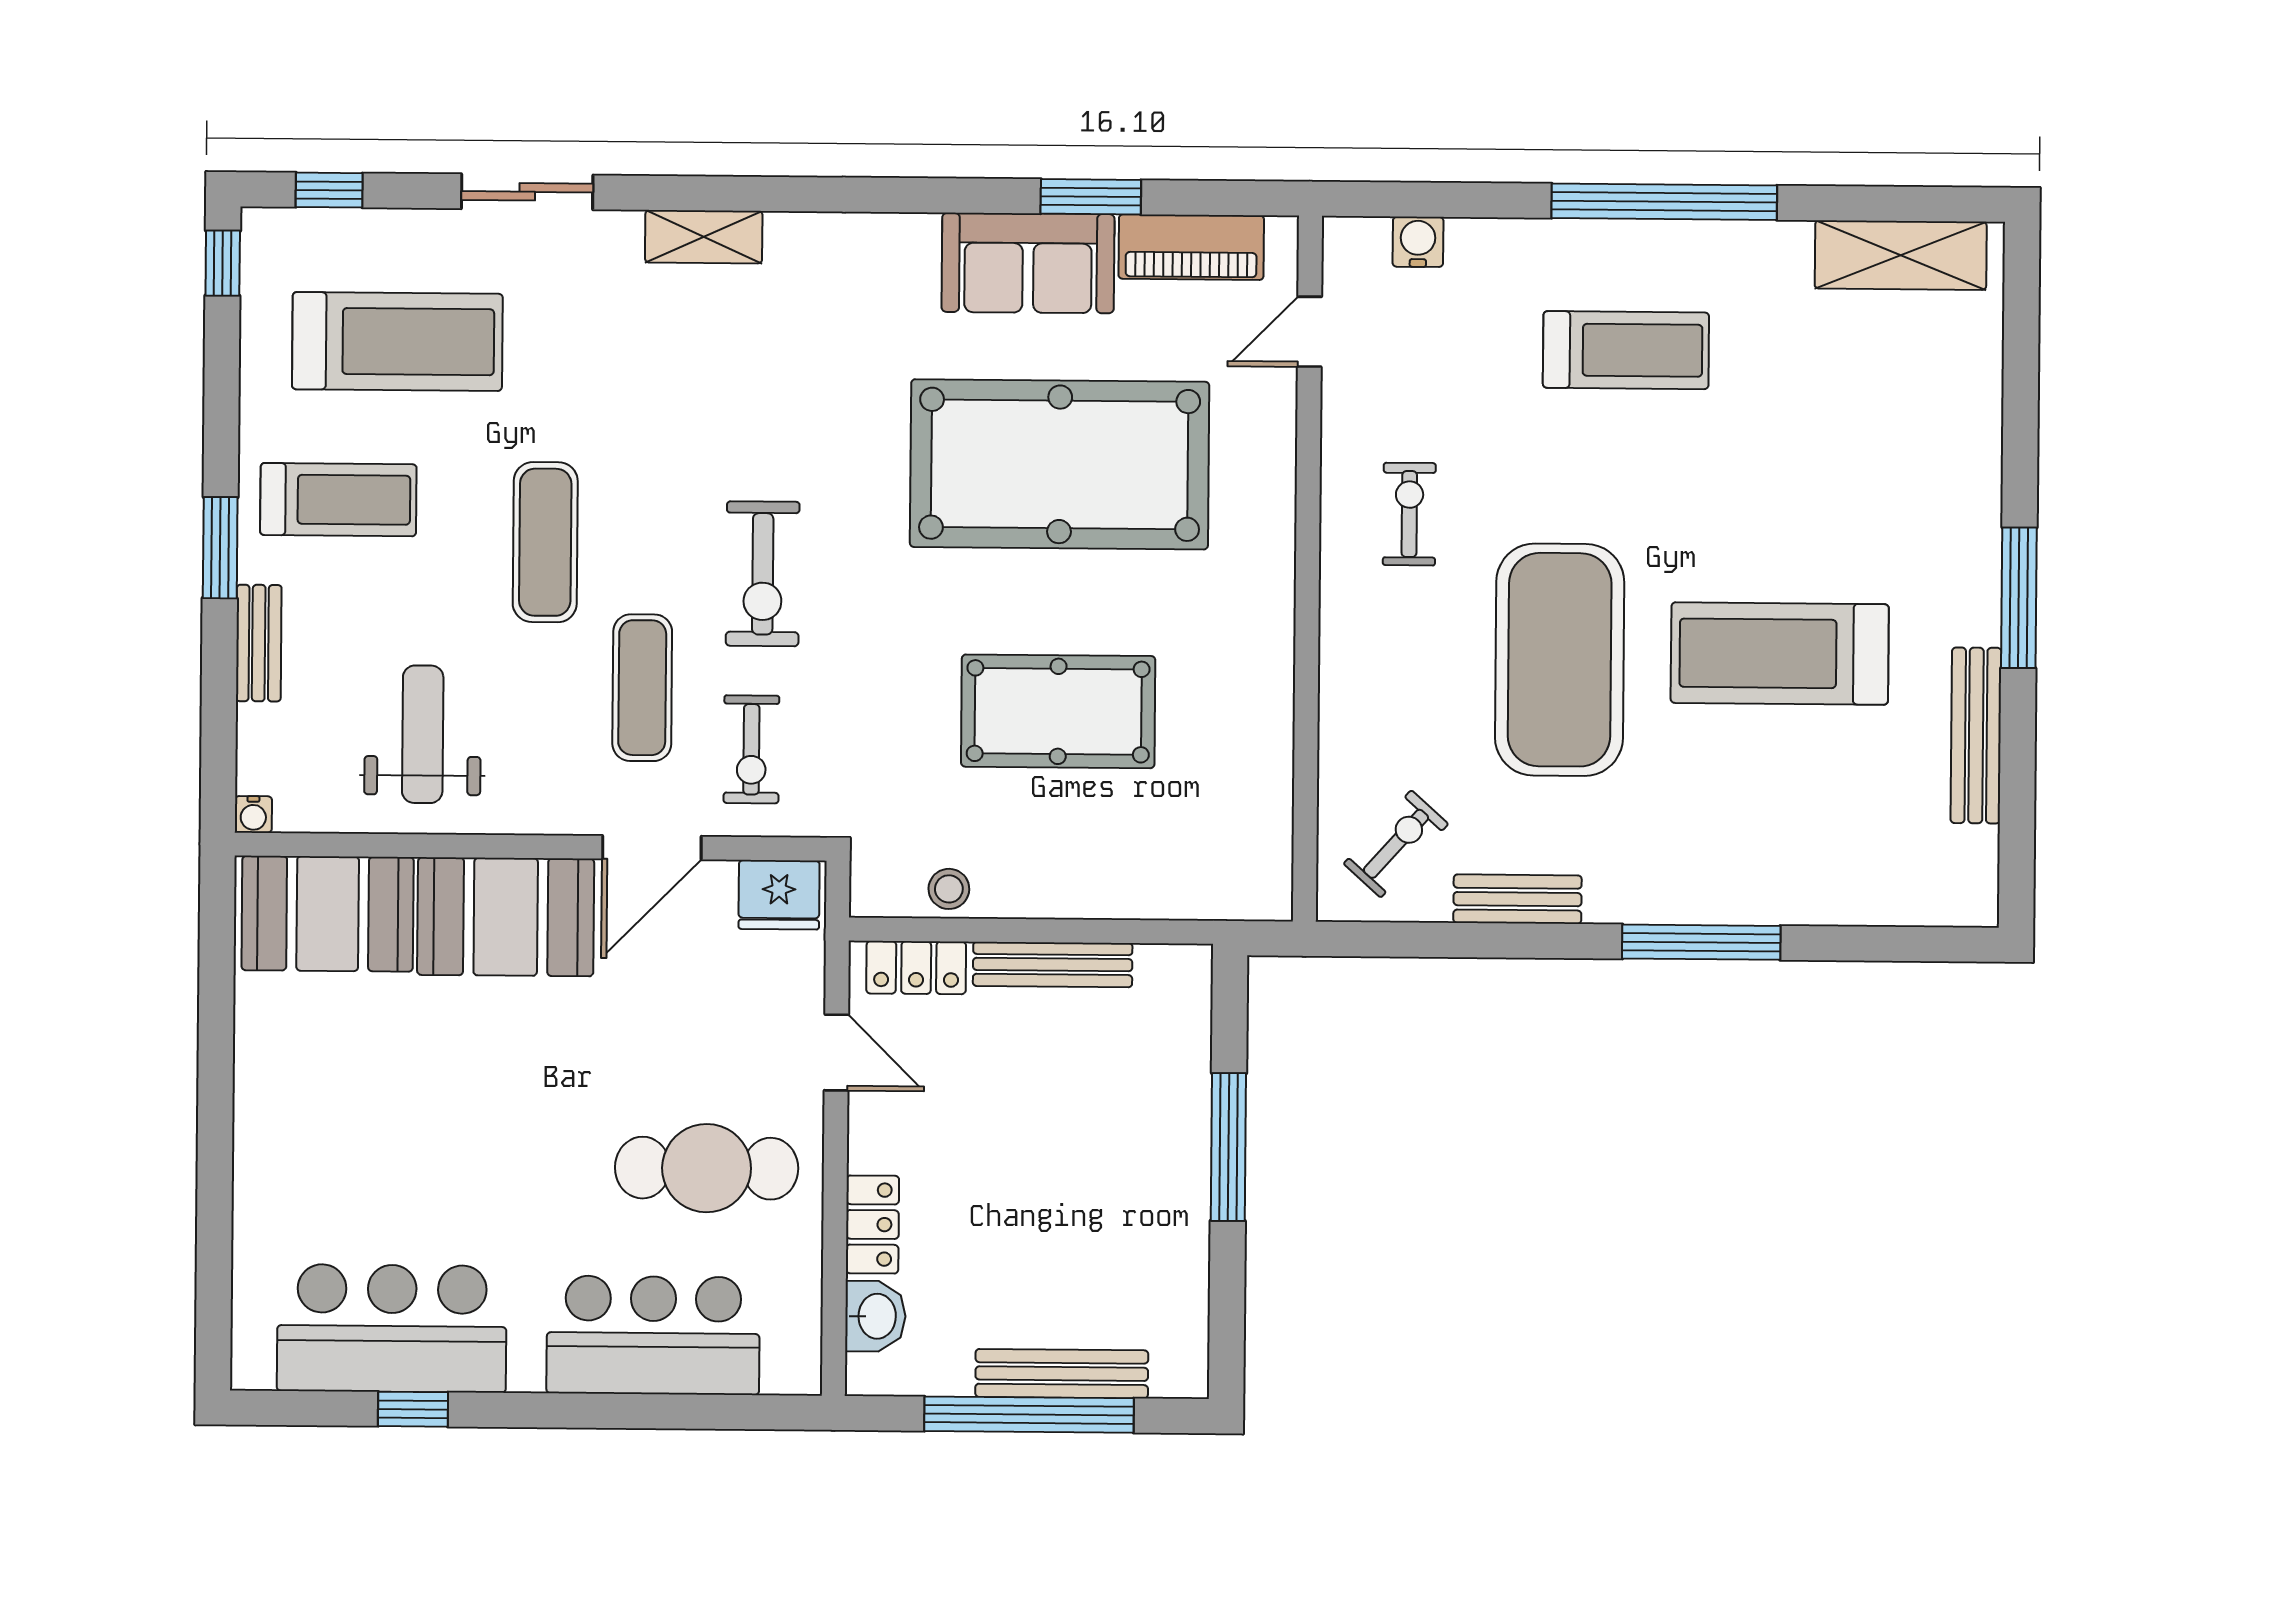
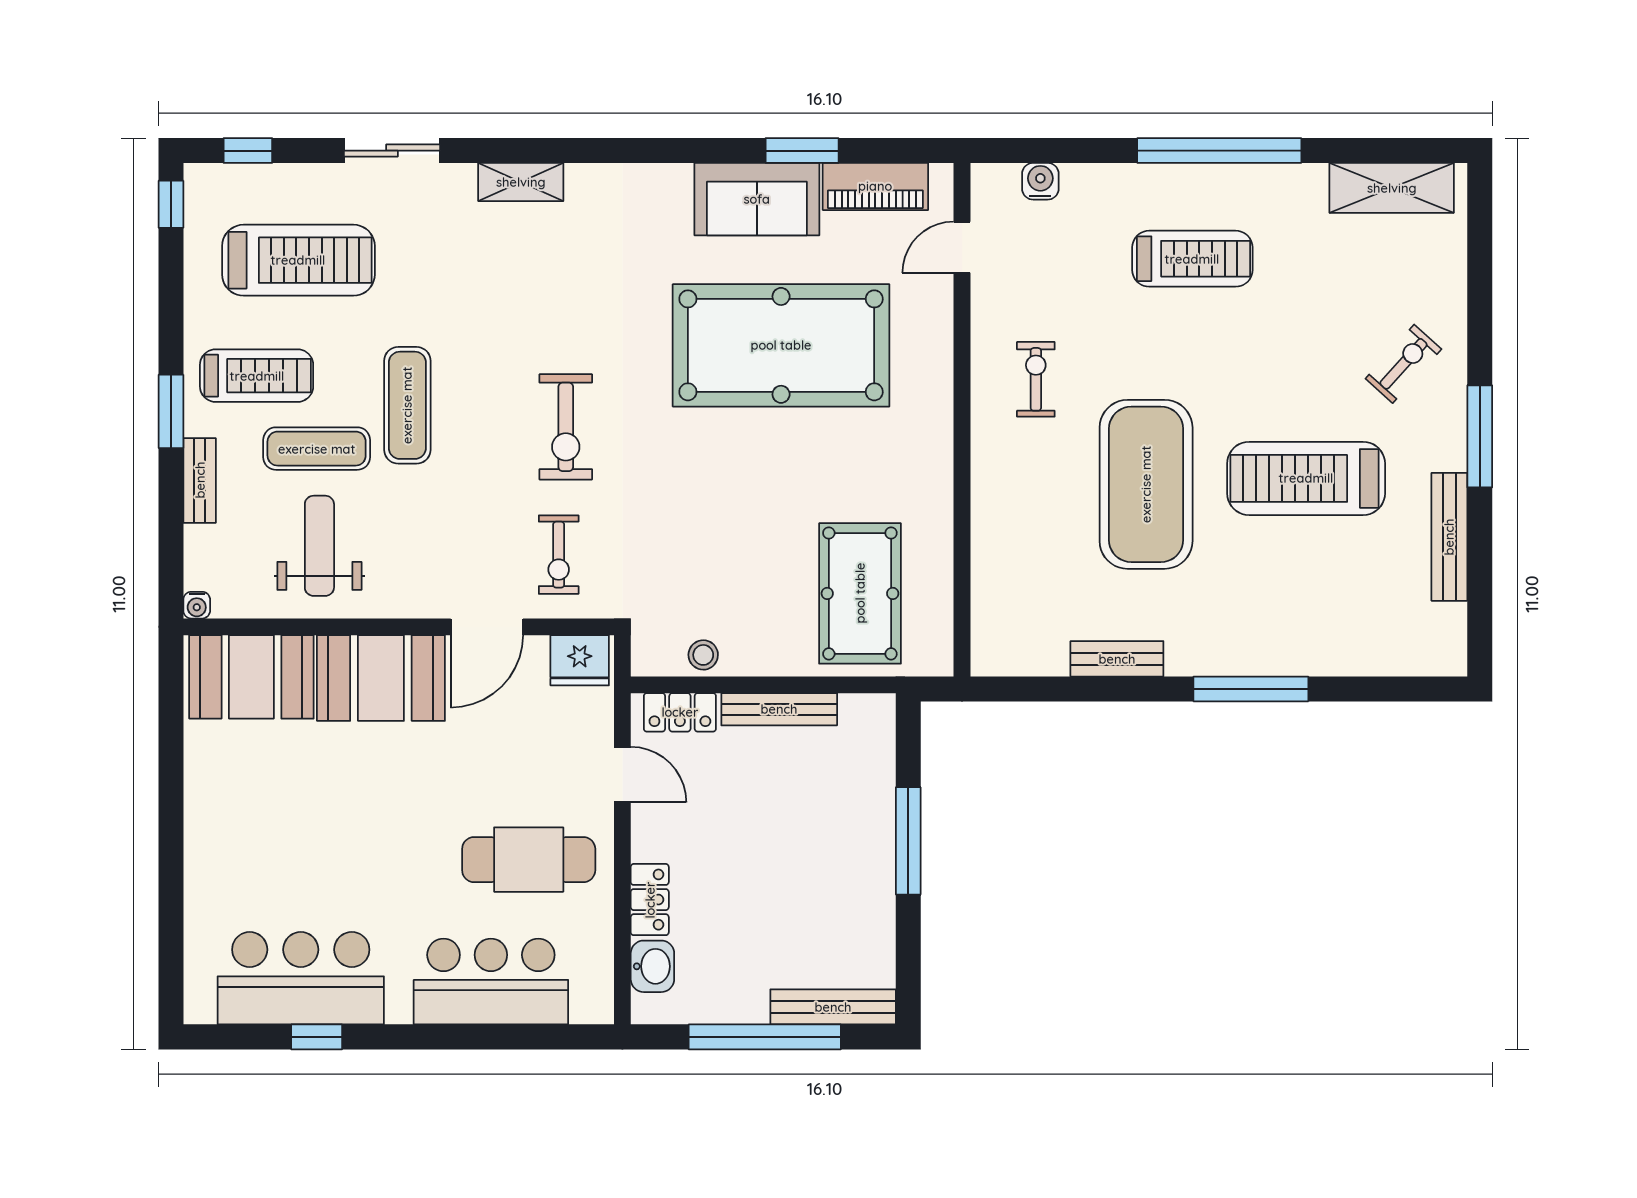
exercise mat: (642, 688) -> (317, 449), moved, turned 90
pool table: (1058, 711) -> (860, 593), moved, turned 90
exercise bike: (1396, 844) -> (1403, 364), moved
bench: (1062, 1374) -> (833, 1007), moved

